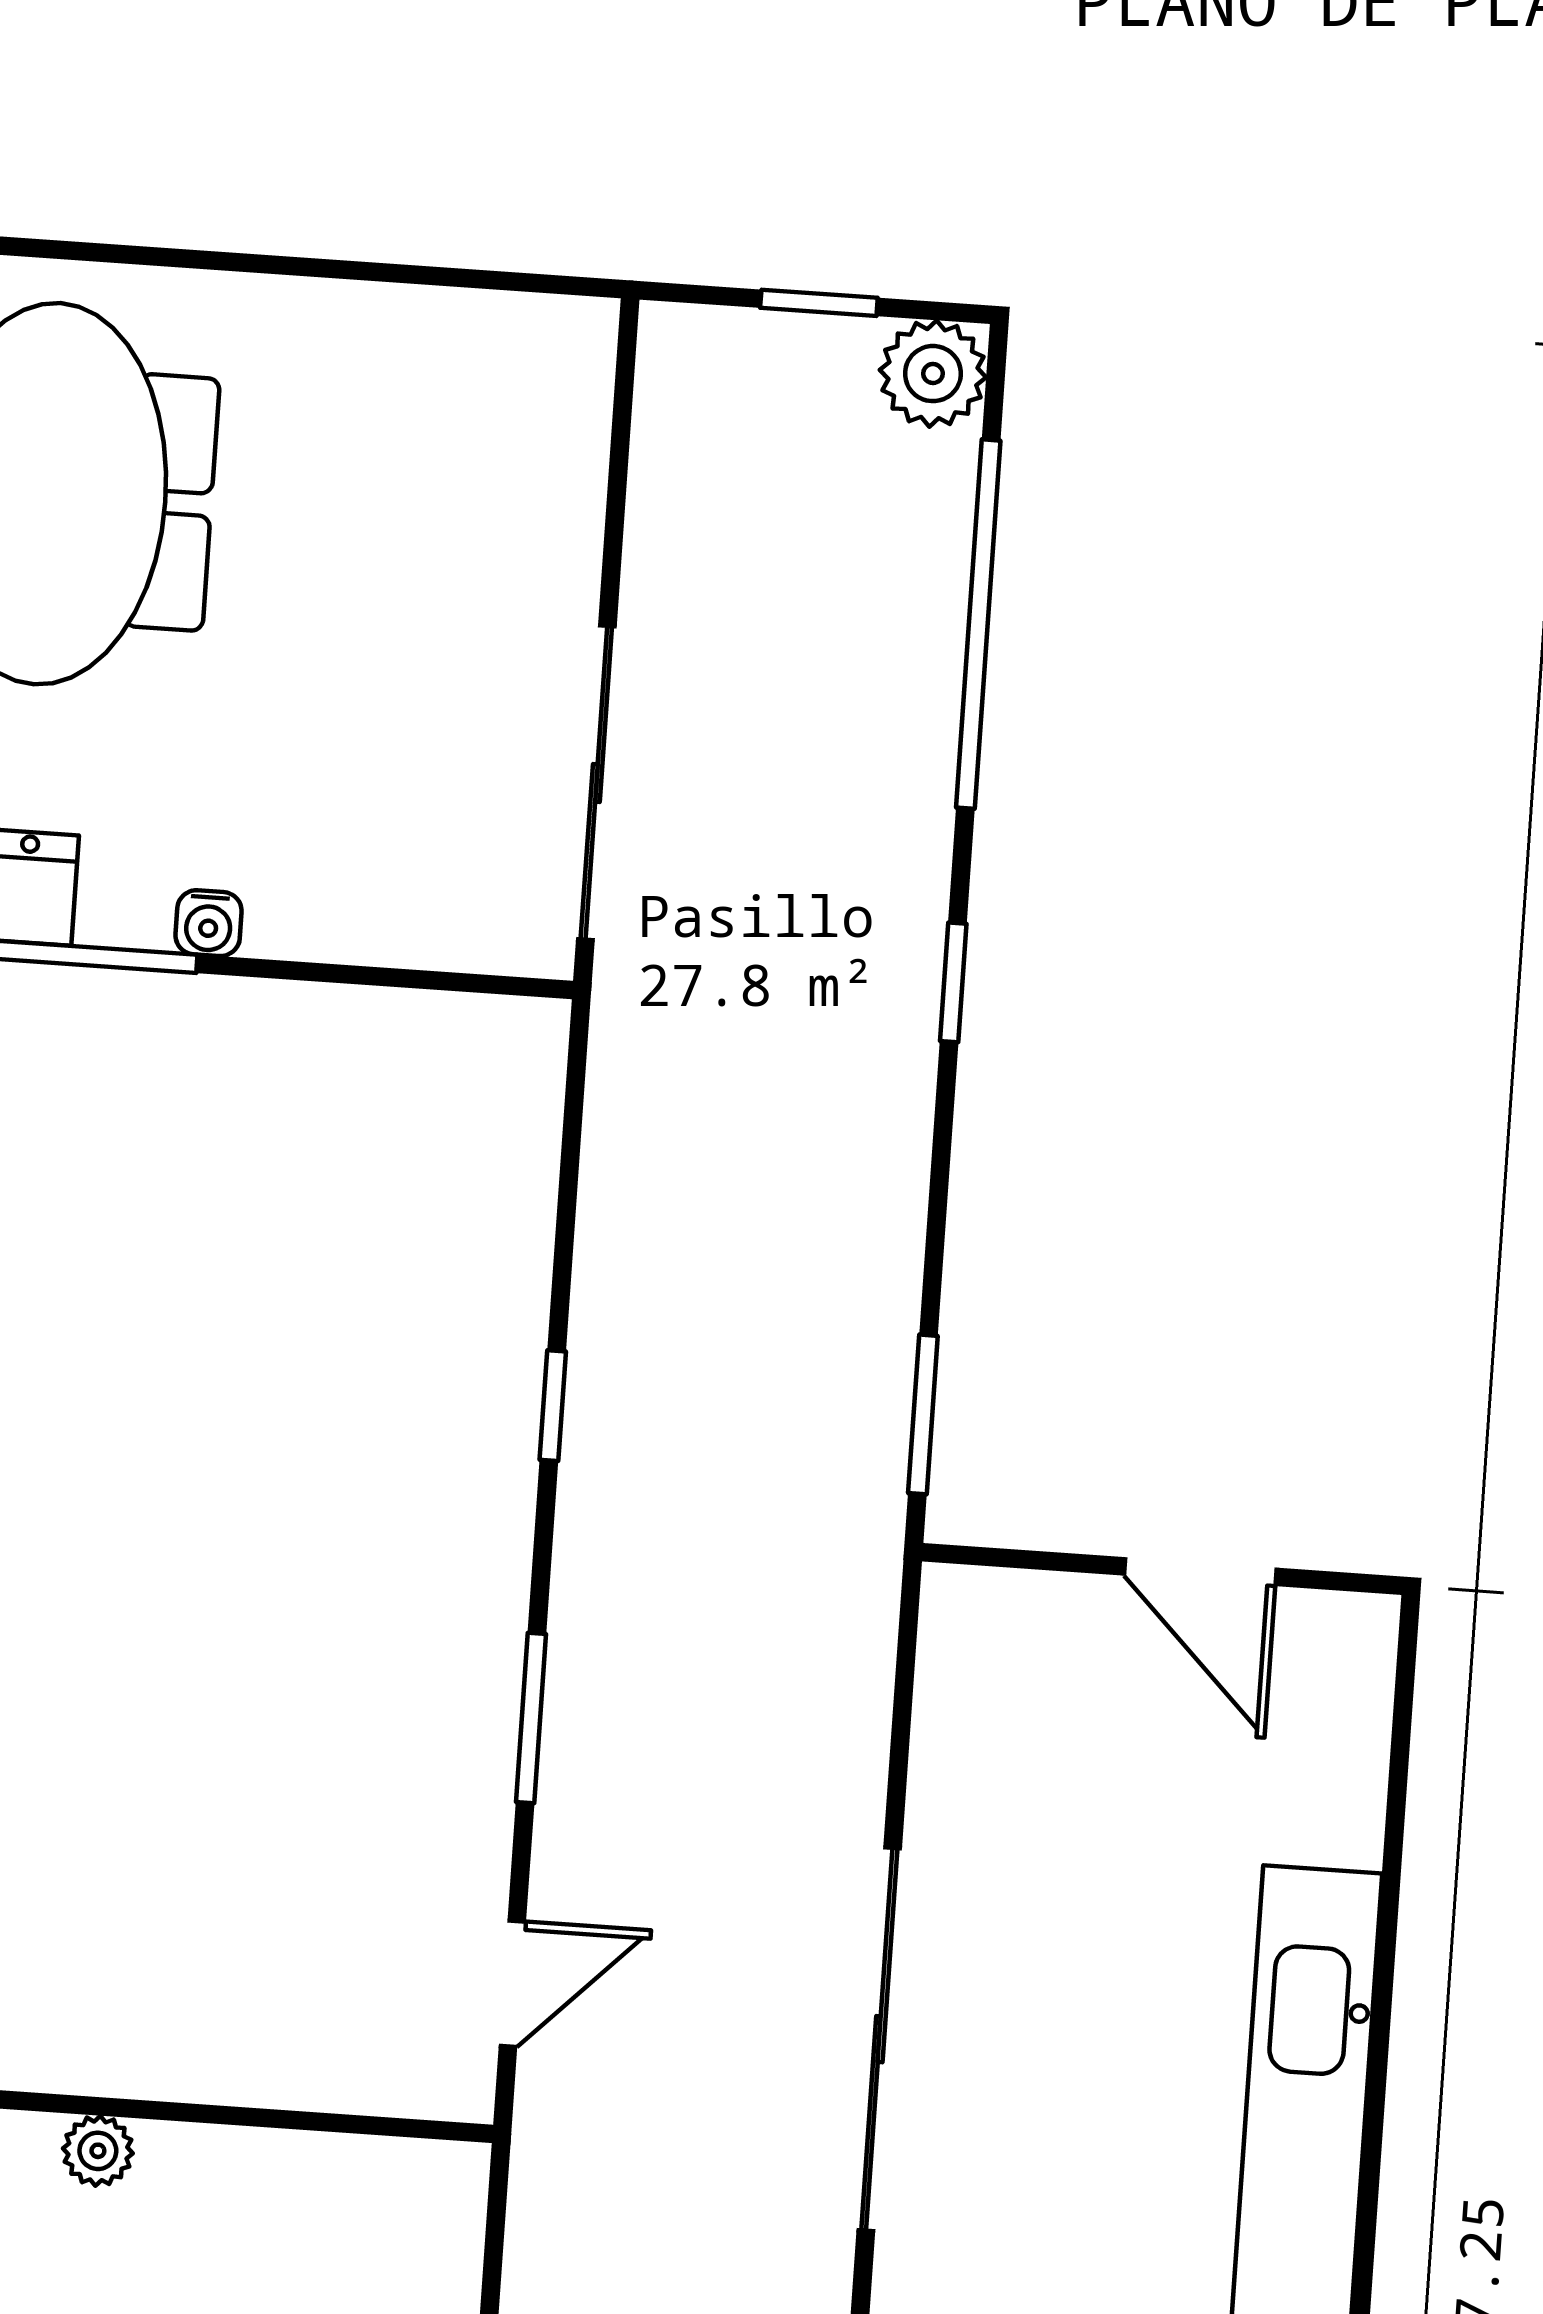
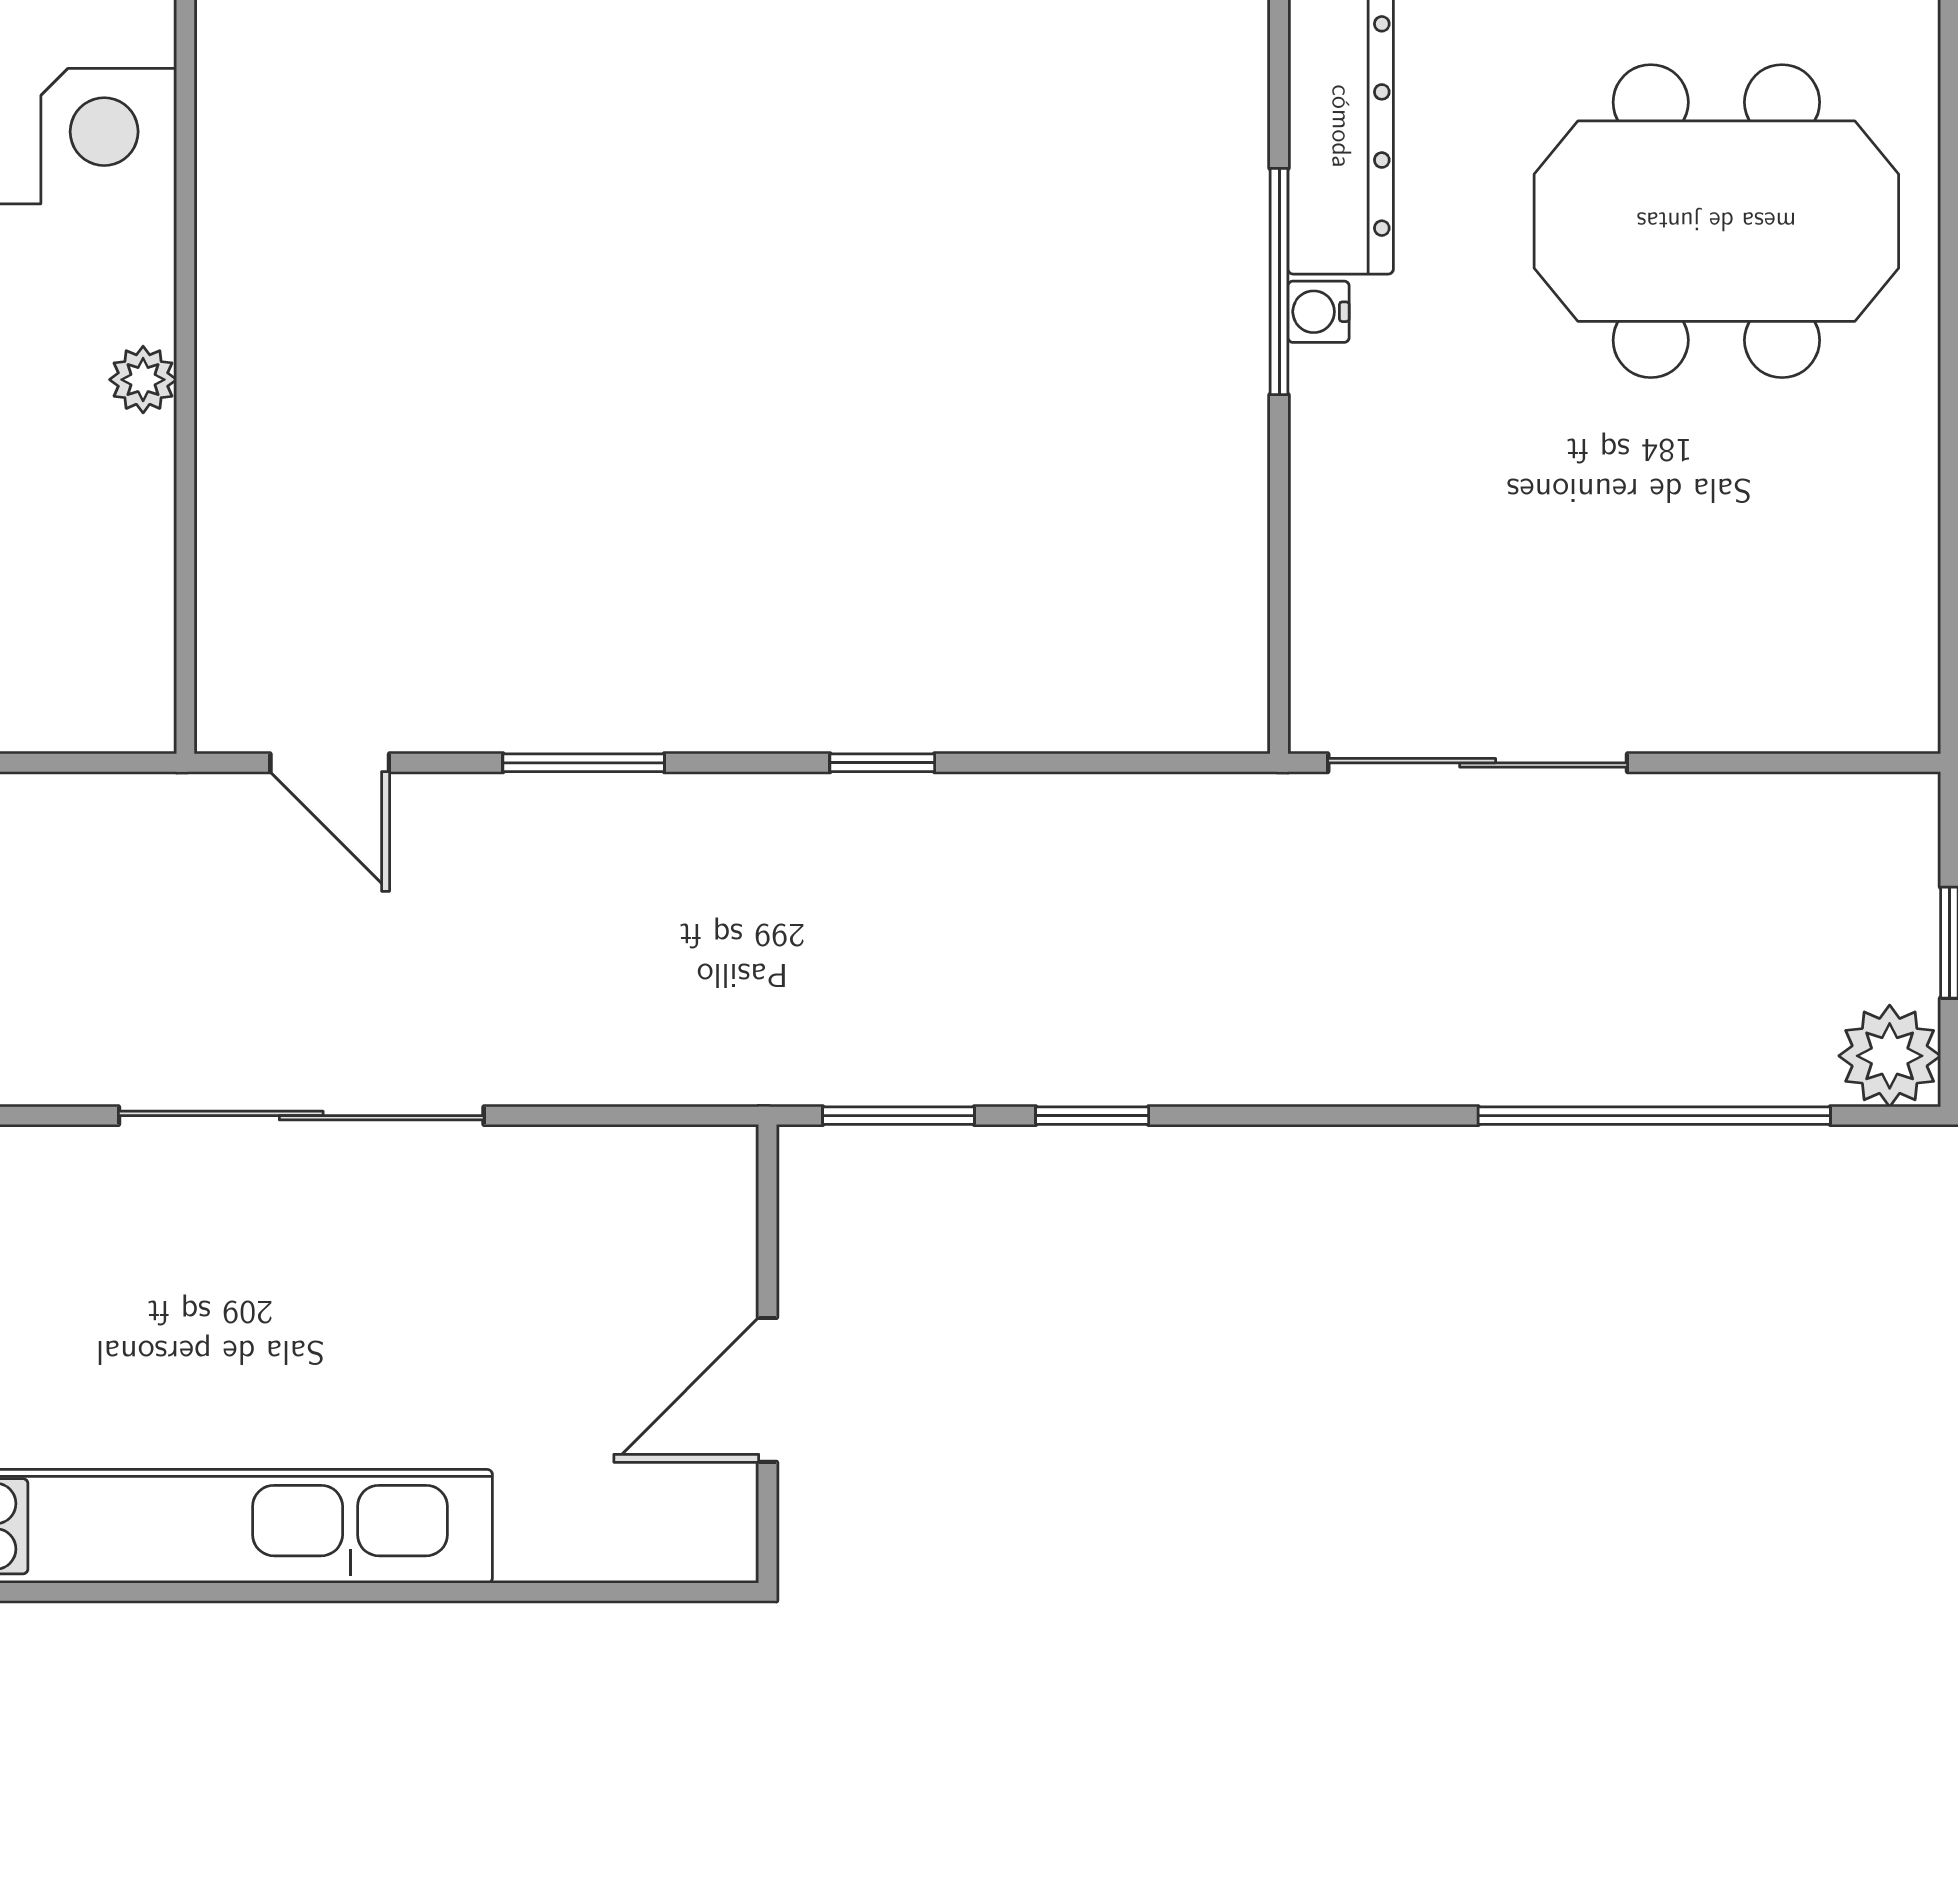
water cooler: (209, 923) -> (1319, 312), moved
window: (953, 982) -> (1092, 1116), moved

